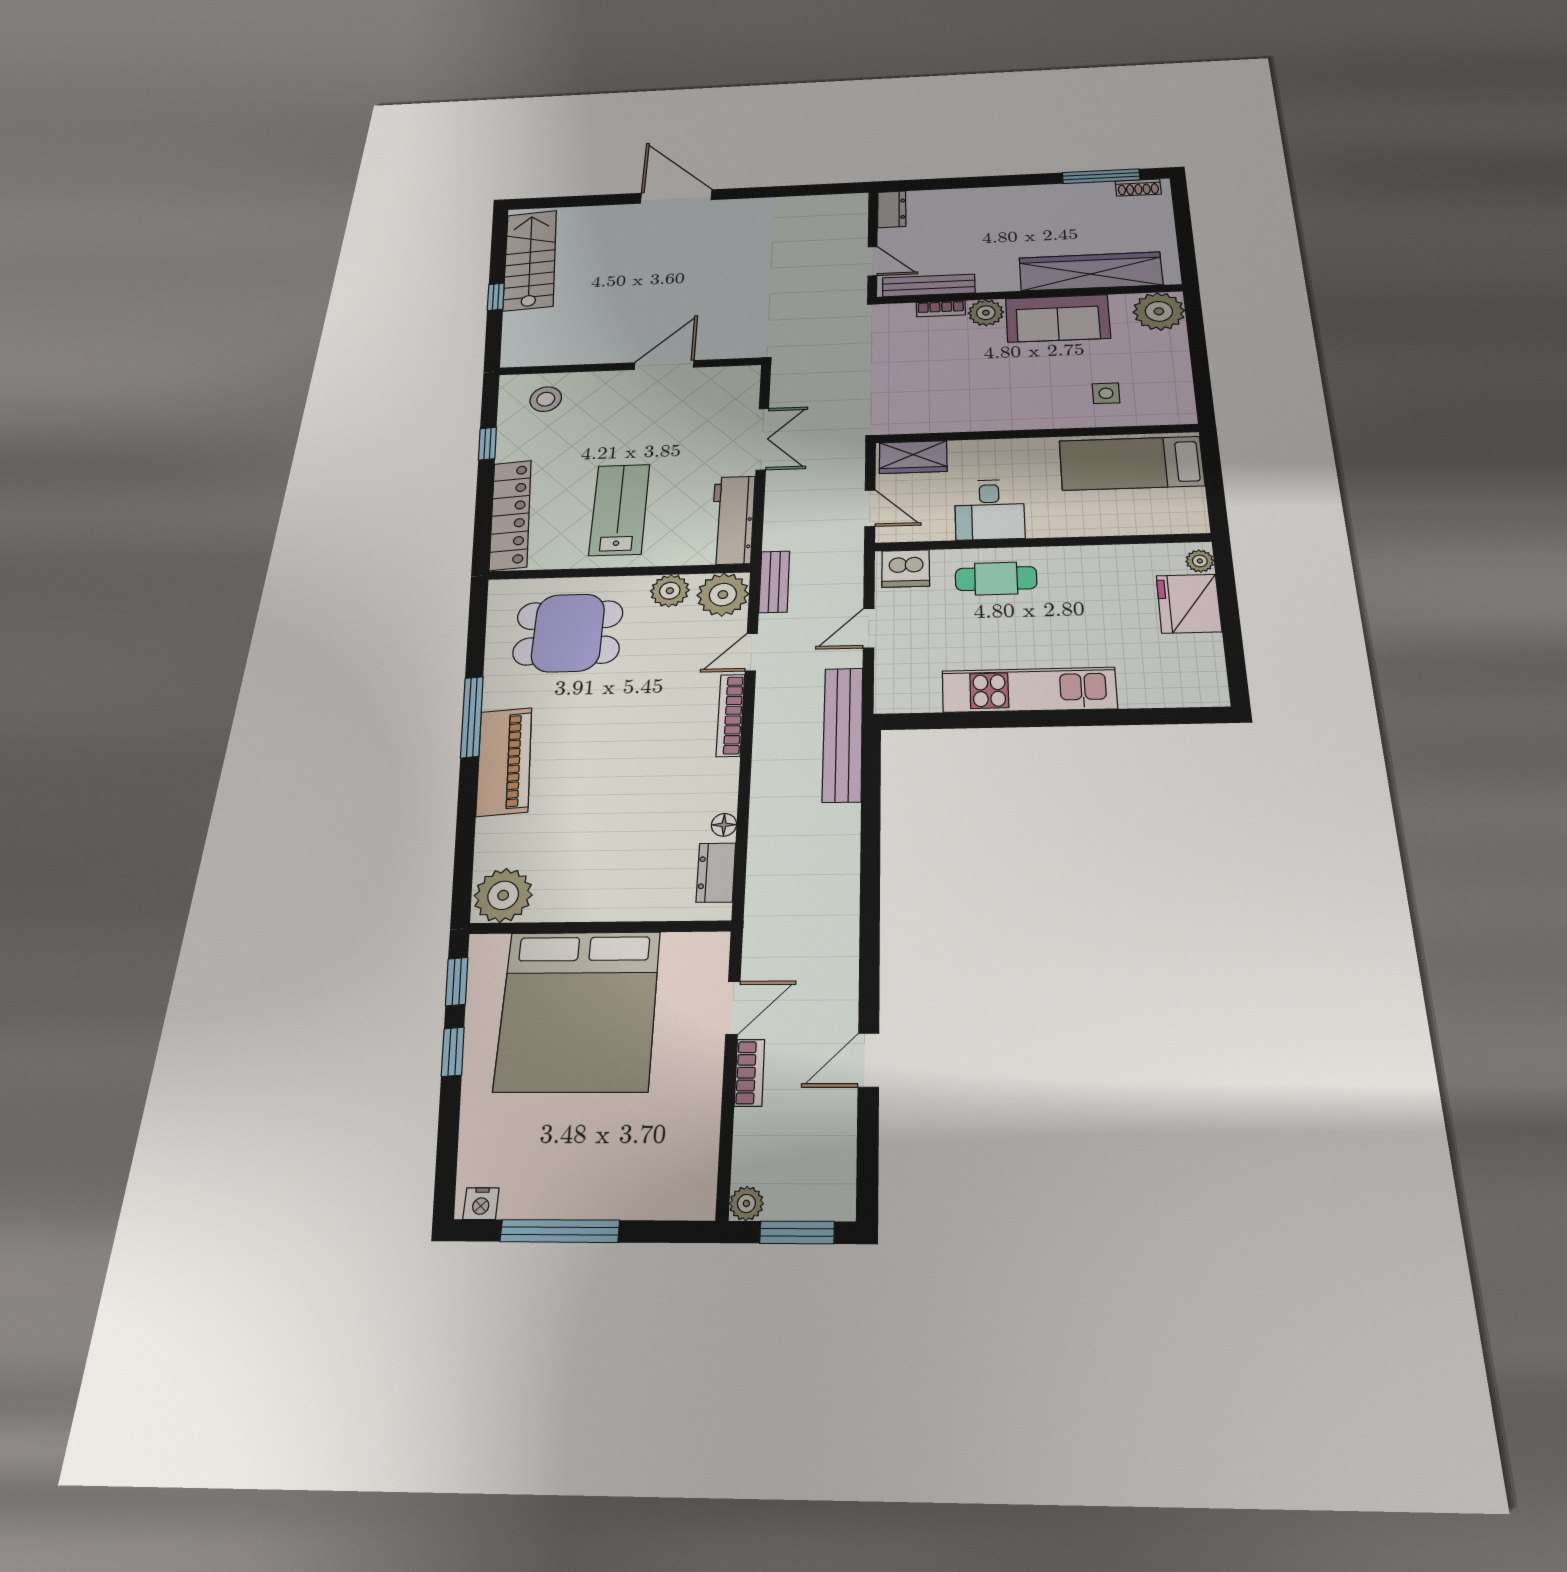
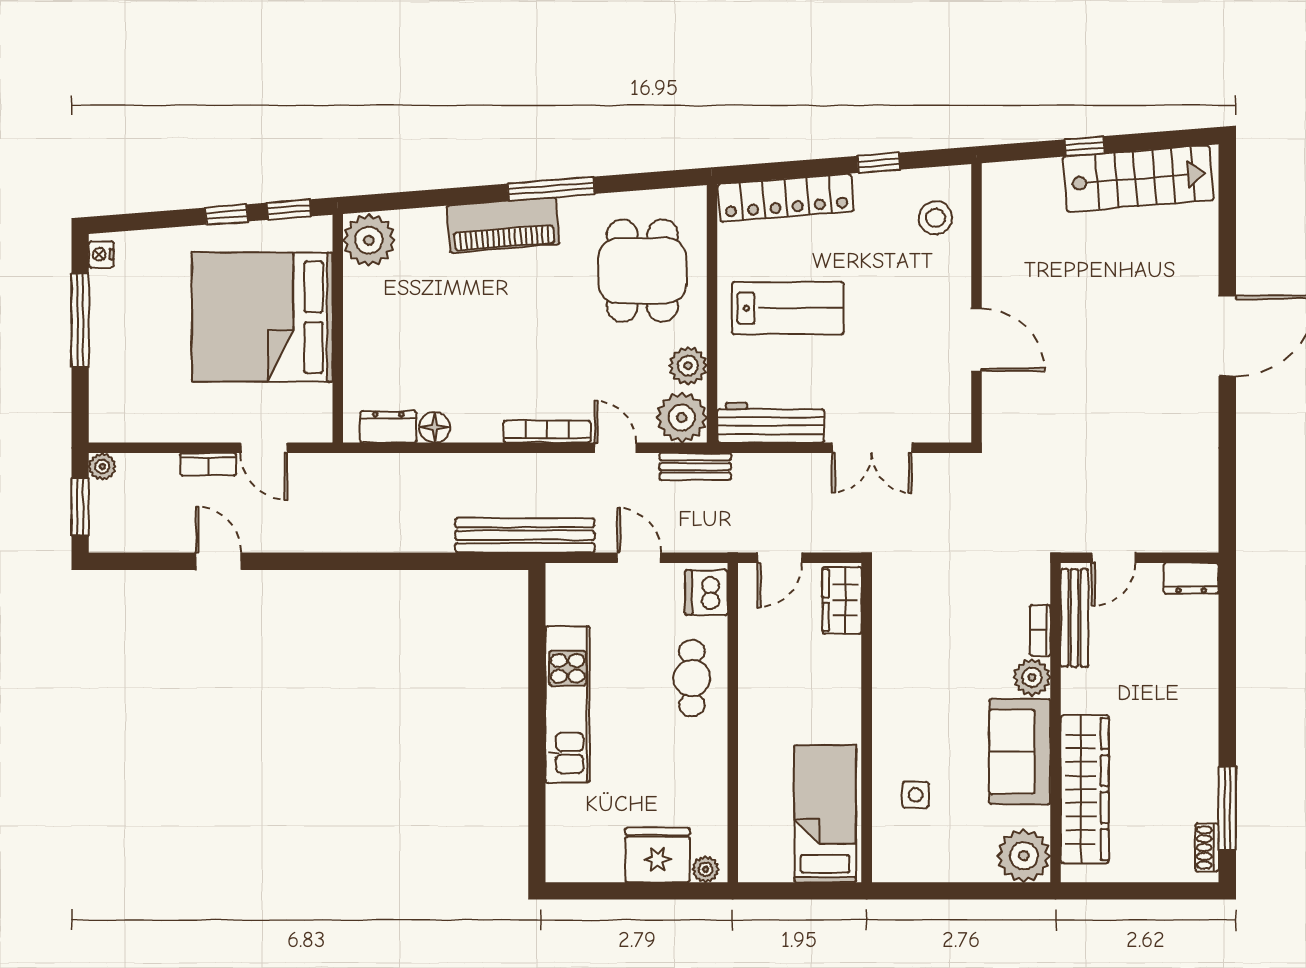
desk: (990, 510) -> (774, 674), removed
floor lamp: (724, 825) -> (435, 427), width x1.37, depth x1.37

